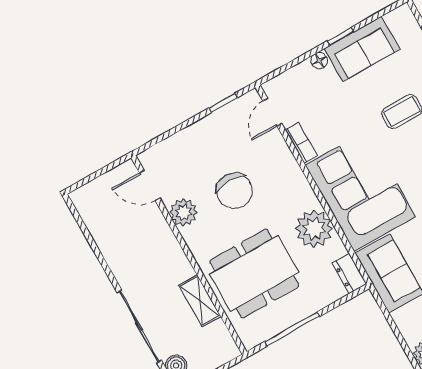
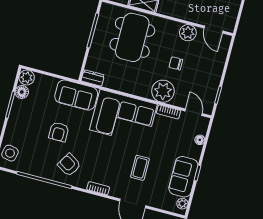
plant: (395, 19) -> (182, 204), added
floor lamp: (319, 61) -> (200, 140), moved
door: (150, 185) -> (213, 29), swing flipped
chair: (234, 191) -> (176, 63), width x0.54, depth x0.54
plant: (314, 229) -> (163, 91), moved

